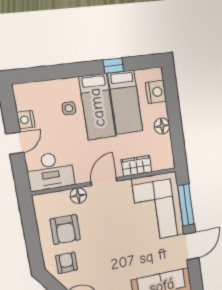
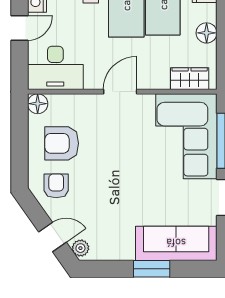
wardrobe: (137, 166) -> (190, 79), moved
floor lamp: (78, 196) -> (38, 104), moved
armchair: (65, 229) -> (62, 143), turned 90

